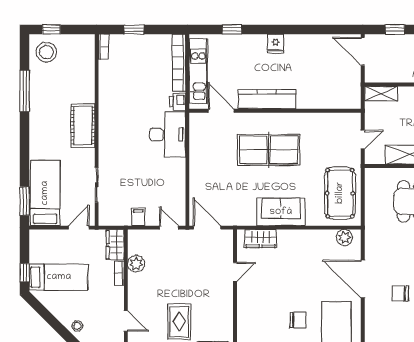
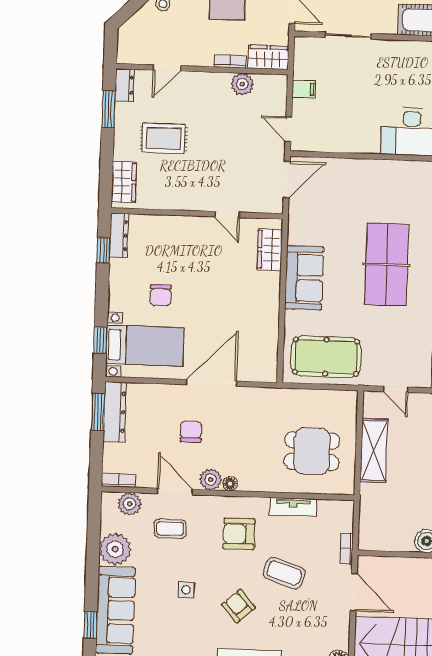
door: (169, 228) -> (288, 129), swing flipped
plant: (344, 238) -> (267, 360), removed

